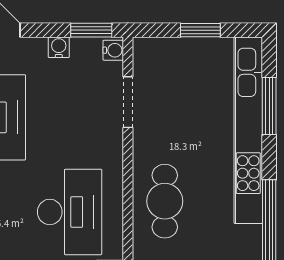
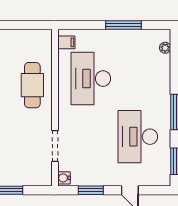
window: (91, 30) -> (91, 190), moved
water cooler: (59, 47) -> (97, 180), removed

